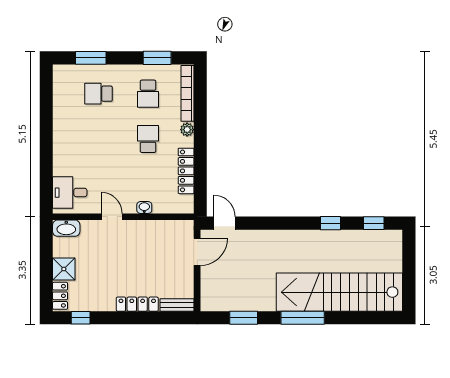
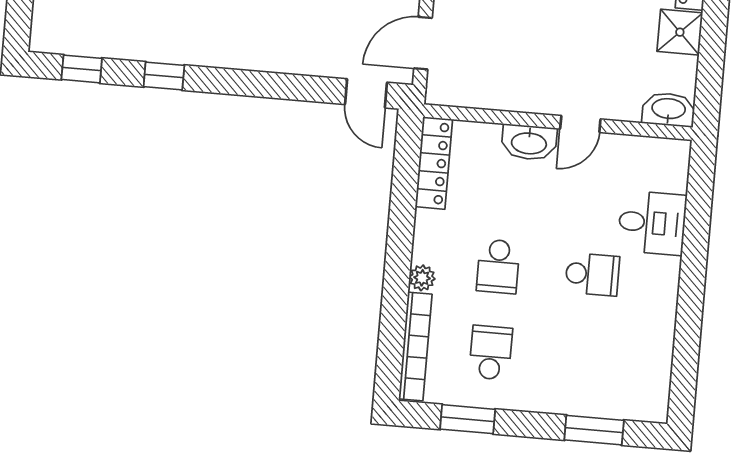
school desk: (99, 94) -> (592, 274), moved
locker: (186, 171) -> (434, 163), moved
desk: (70, 193) -> (652, 223), moved
washbasin: (144, 207) -> (529, 142), width x1.91, depth x1.45
door: (112, 217) -> (580, 124), hinge flipped

